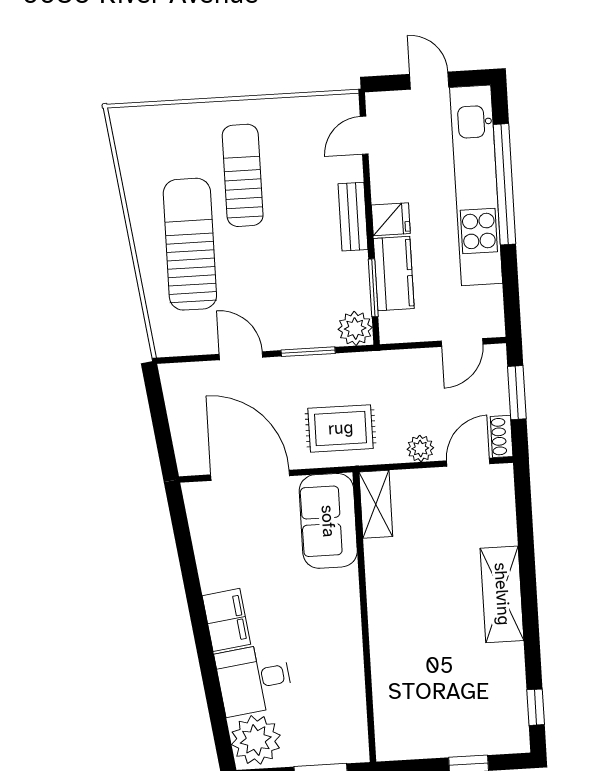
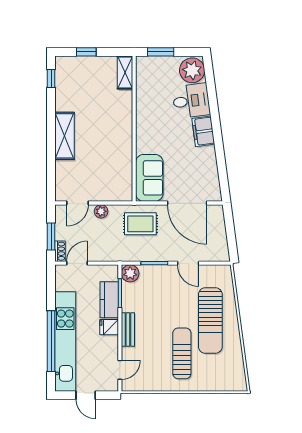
sun lounger: (243, 175) -> (182, 353), turned 180
shoe rack: (502, 436) -> (60, 251), moved
shelving: (376, 504) -> (125, 73), moved

